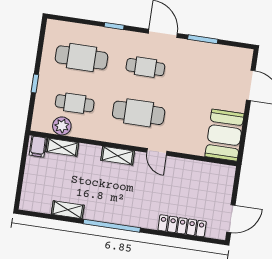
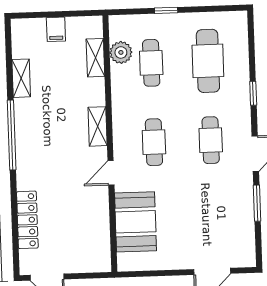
cafe table: (139, 113) -> (154, 142), width x0.73, depth x0.74
booth: (225, 135) -> (135, 222), moved, turned 90
filing cabinet: (38, 146) -> (56, 29), moved, turned -90

